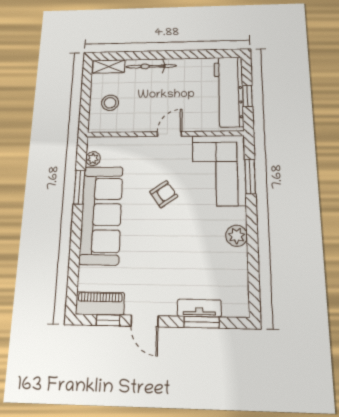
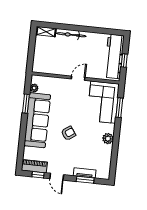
stool: (110, 103) -> (46, 55), removed
armchair: (164, 194) -> (68, 133), moved

